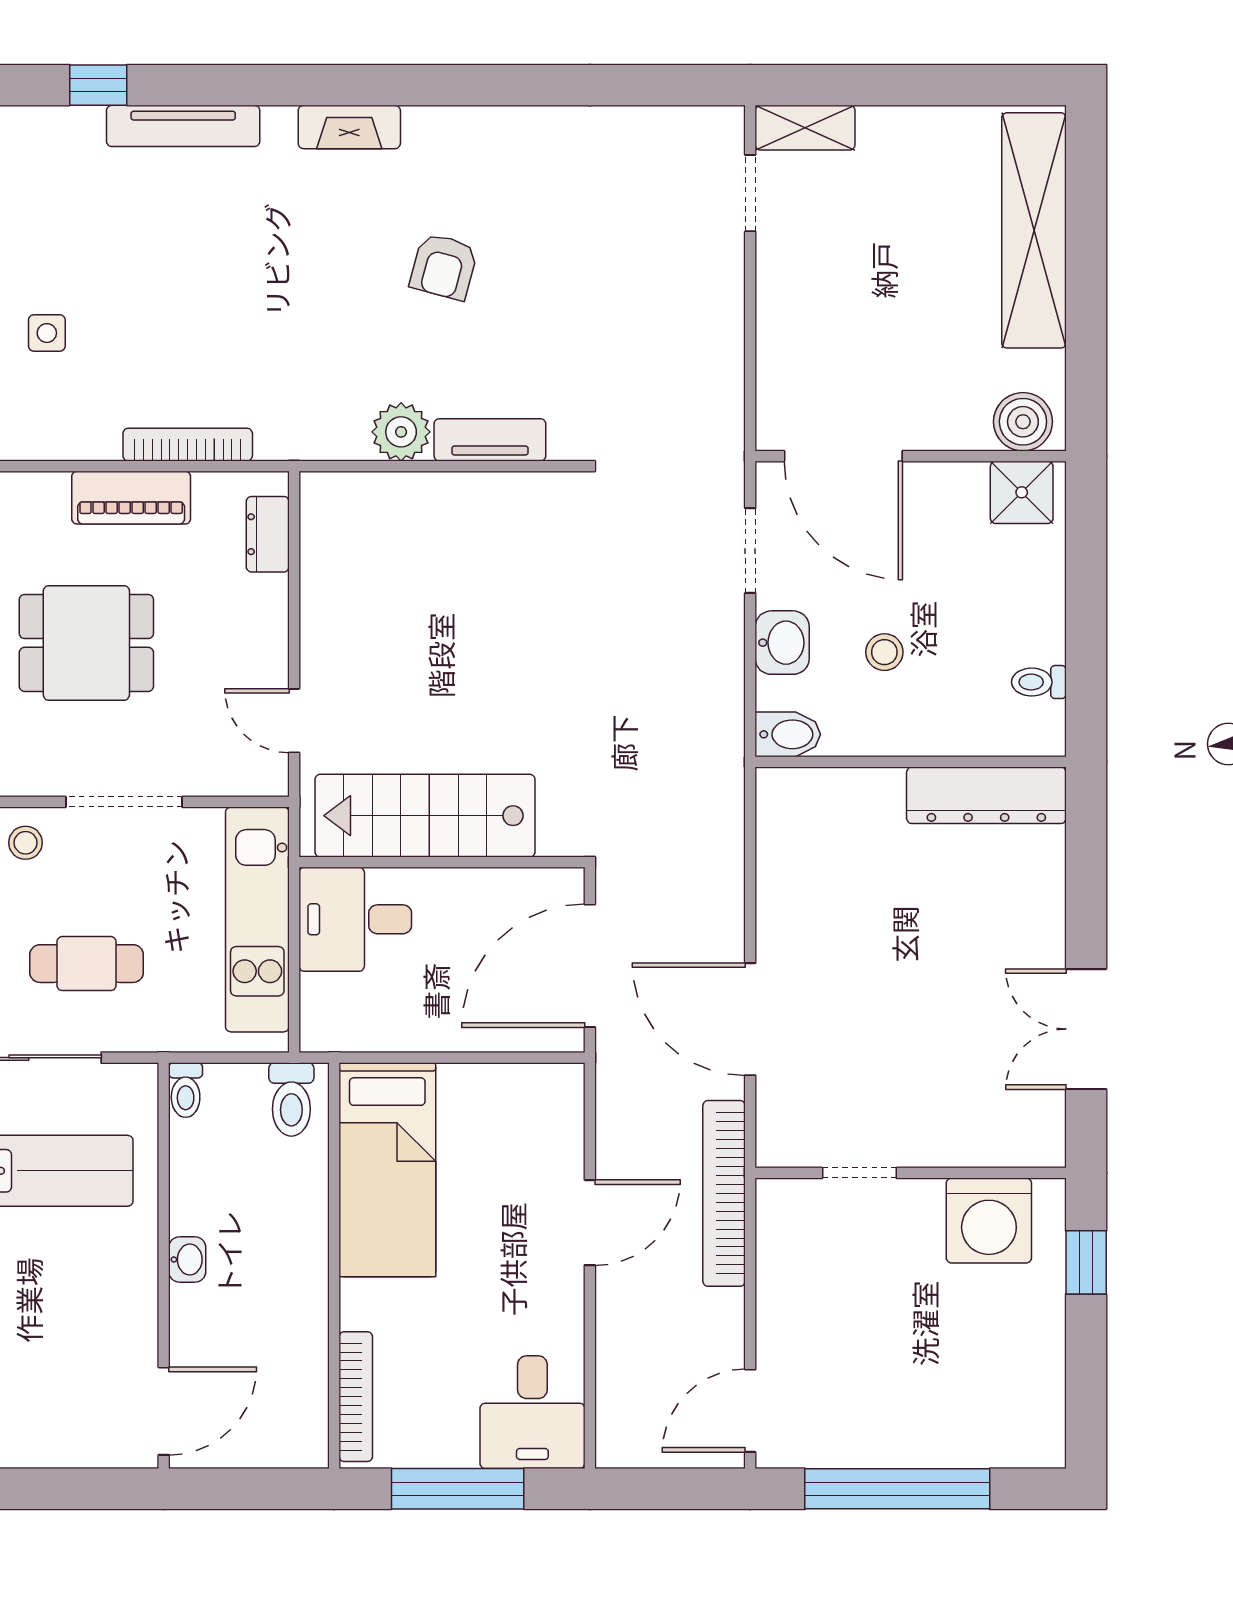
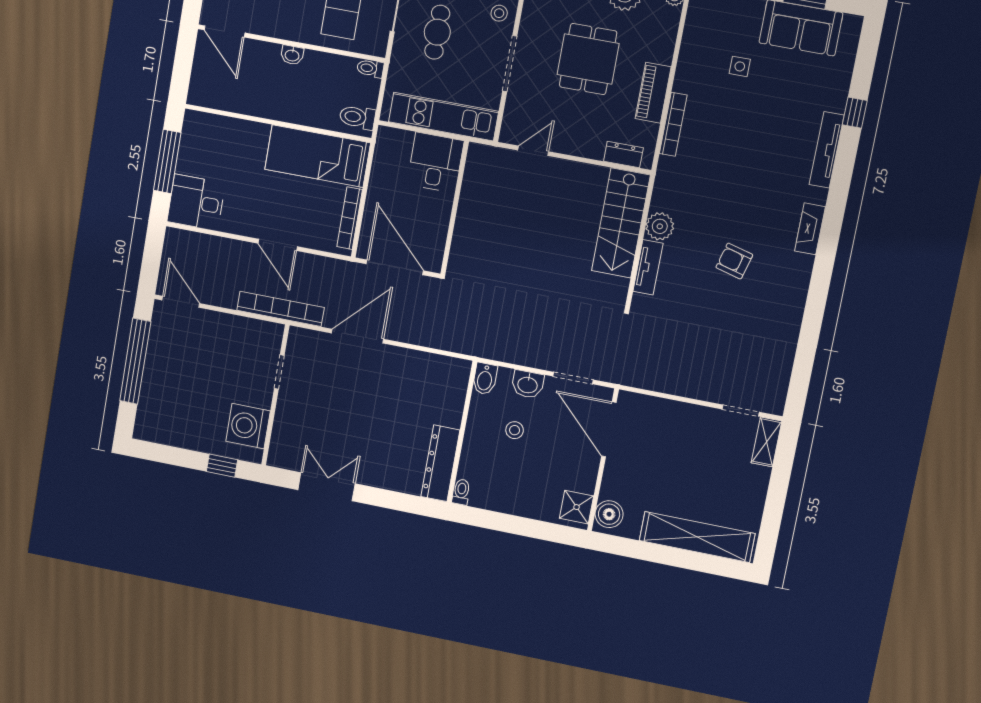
door: (843, 456) -> (609, 429), hinge flipped
toilet: (1039, 682) -> (461, 492), moved
stairs: (425, 816) -> (621, 223), moved, turned 180
bookcase: (356, 1397) -> (350, 218), moved, turned 90

